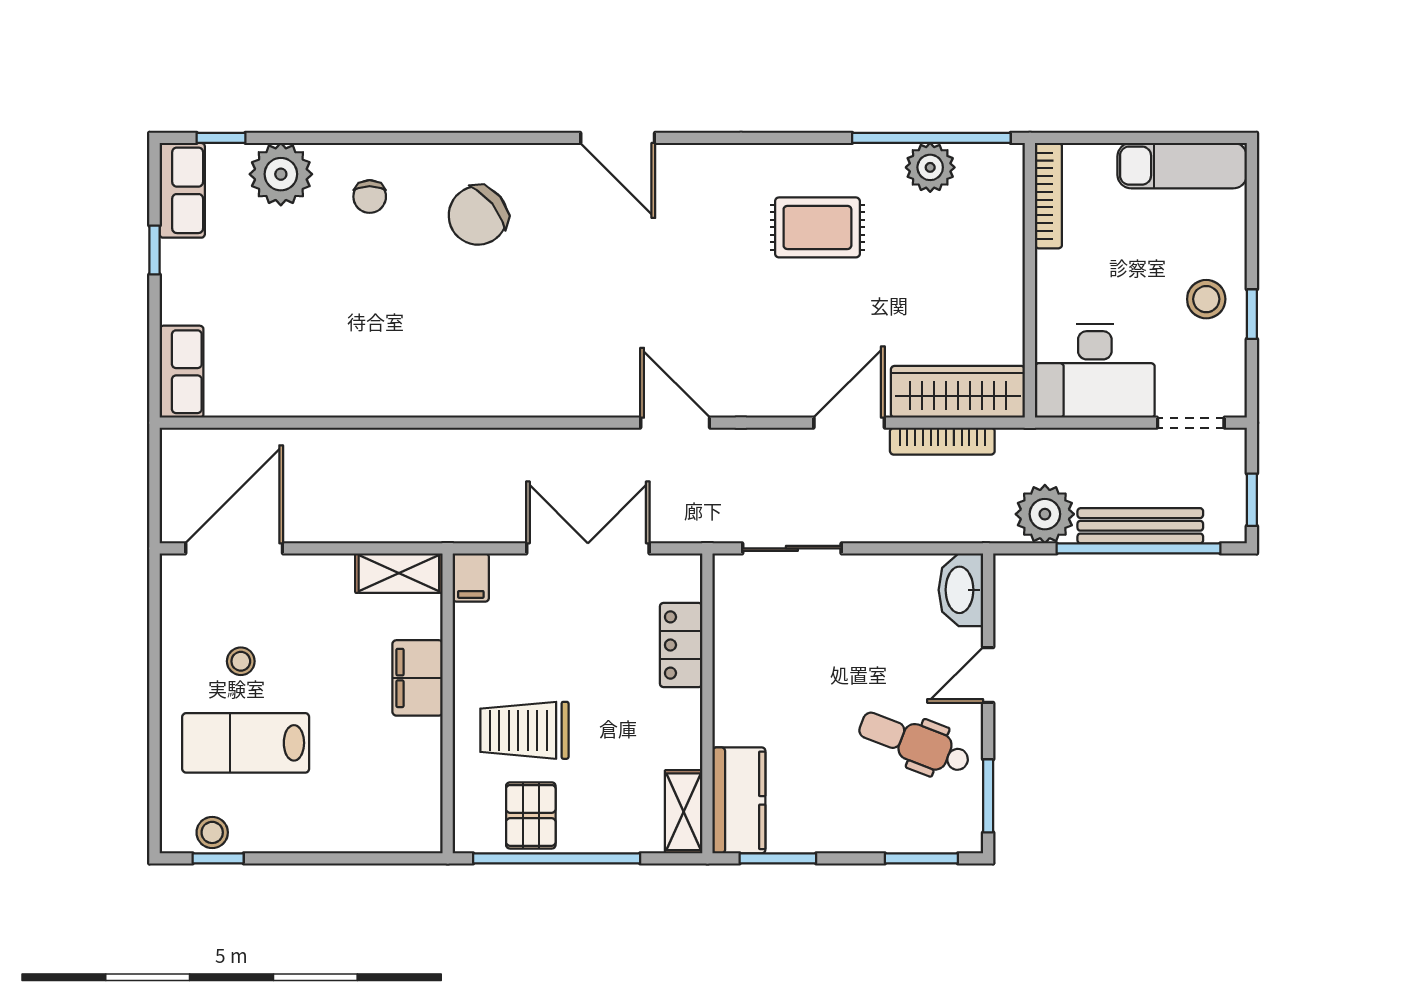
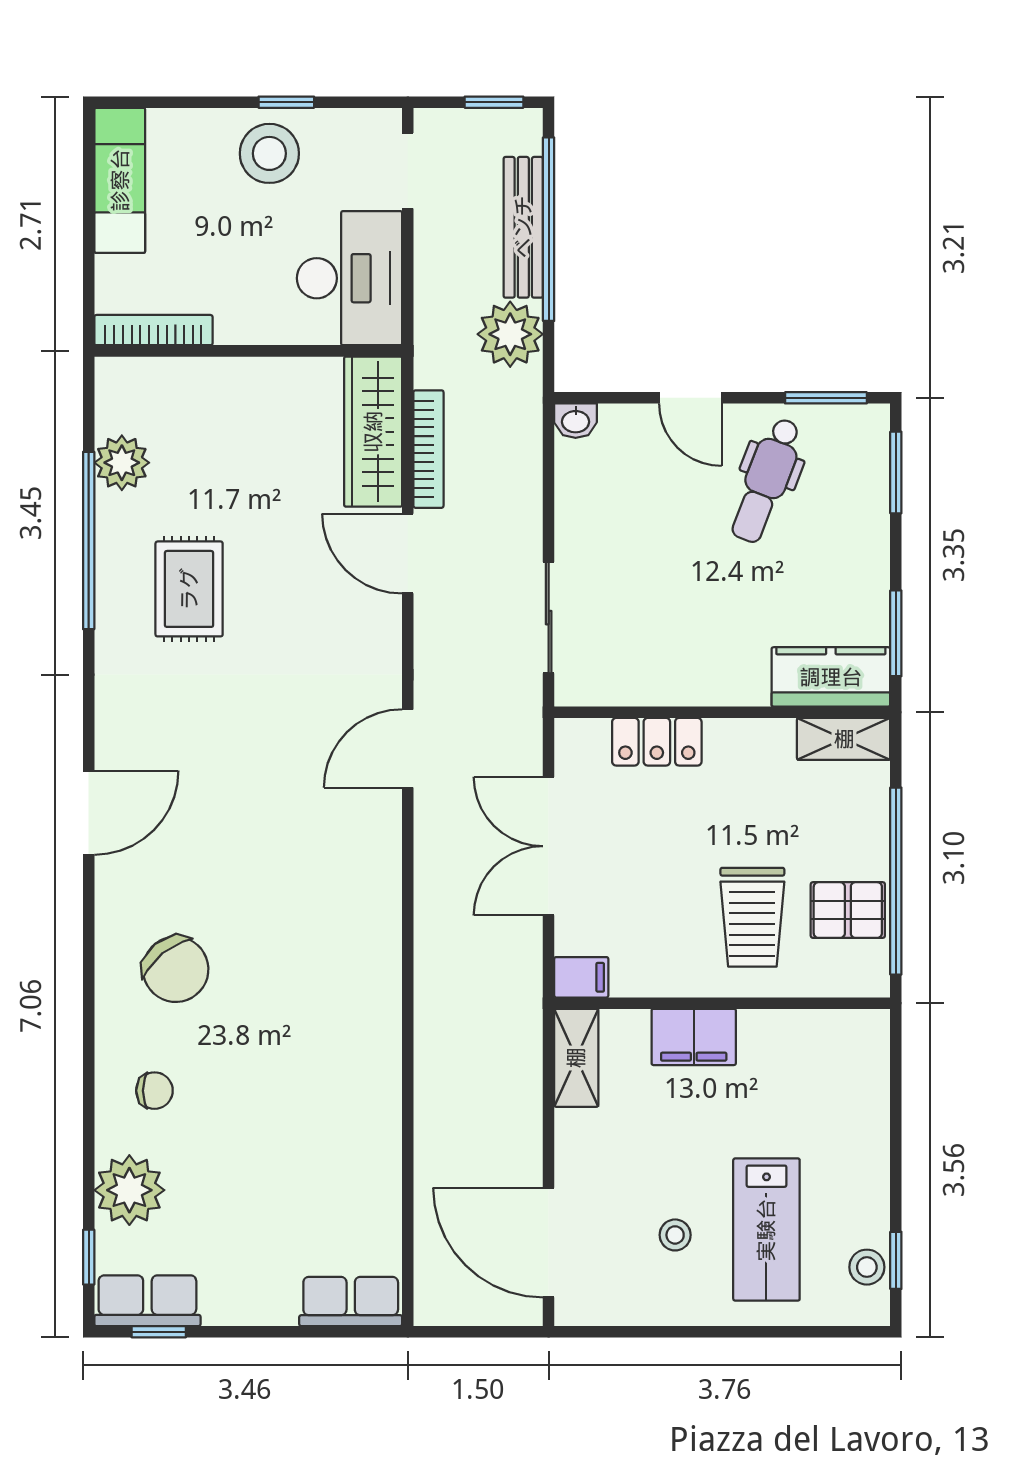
window: (931, 138) -> (89, 540), moved
window: (154, 250) -> (159, 1332), moved
stool: (1206, 299) -> (269, 153), width x1.38, depth x1.38
washbasin: (961, 590) -> (576, 421), width x0.52, depth x0.69

